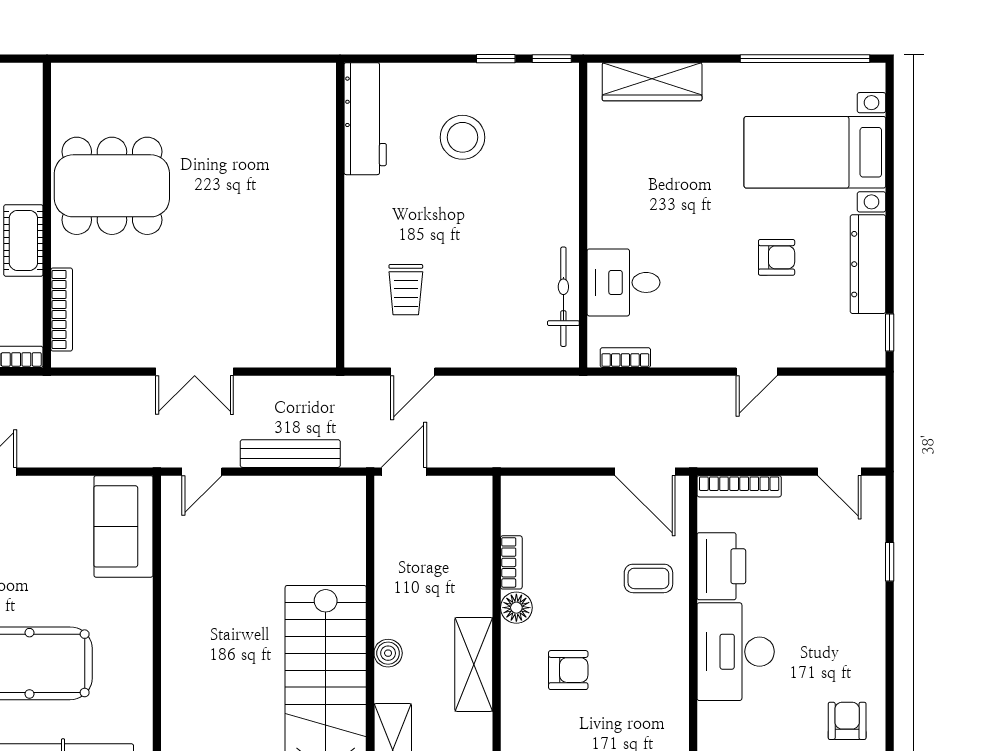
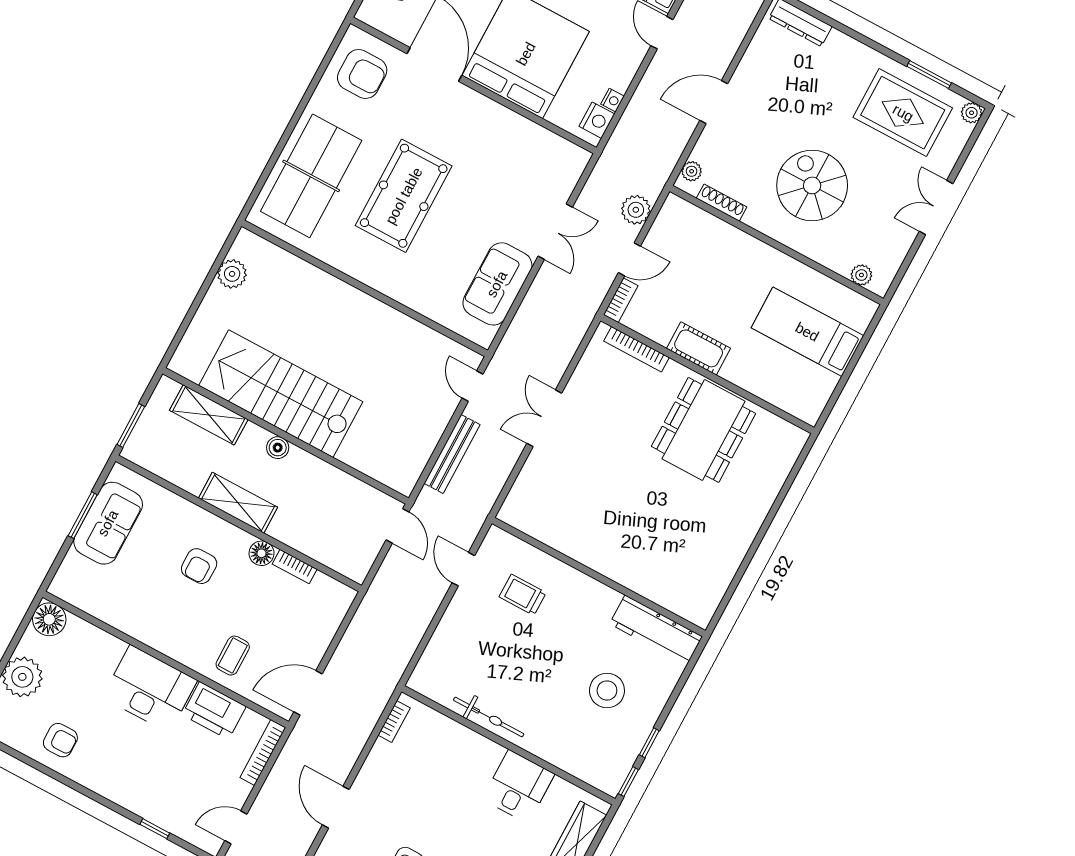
desk: (624, 282) -> (518, 786), moved
bicycle: (563, 297) -> (489, 717), moved
door: (757, 372) -> (336, 807), width x1.38
sofa: (123, 526) -> (497, 284), moved, turned -90

